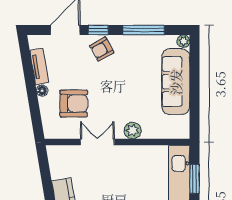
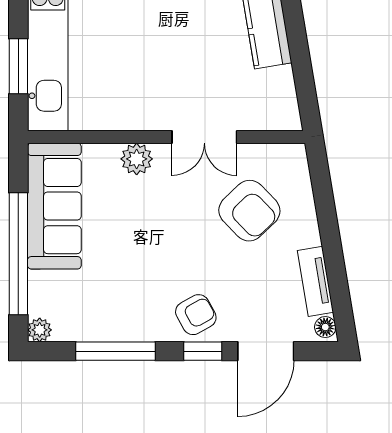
window: (195, 81) -> (18, 254), added
sofa: (176, 82) -> (54, 206), moved
floor lamp: (42, 91) -> (325, 327), moved
armchair: (74, 103) -> (249, 211), turned -134

